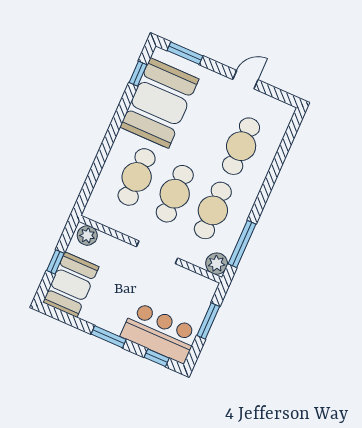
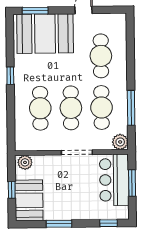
window: (138, 74) -> (10, 76), moved
booth: (159, 103) -> (45, 34), moved, turned 90
window: (242, 244) -> (131, 108), moved
bar counter: (160, 333) -> (114, 180), moved, turned -90
window: (109, 337) -> (59, 224), moved

